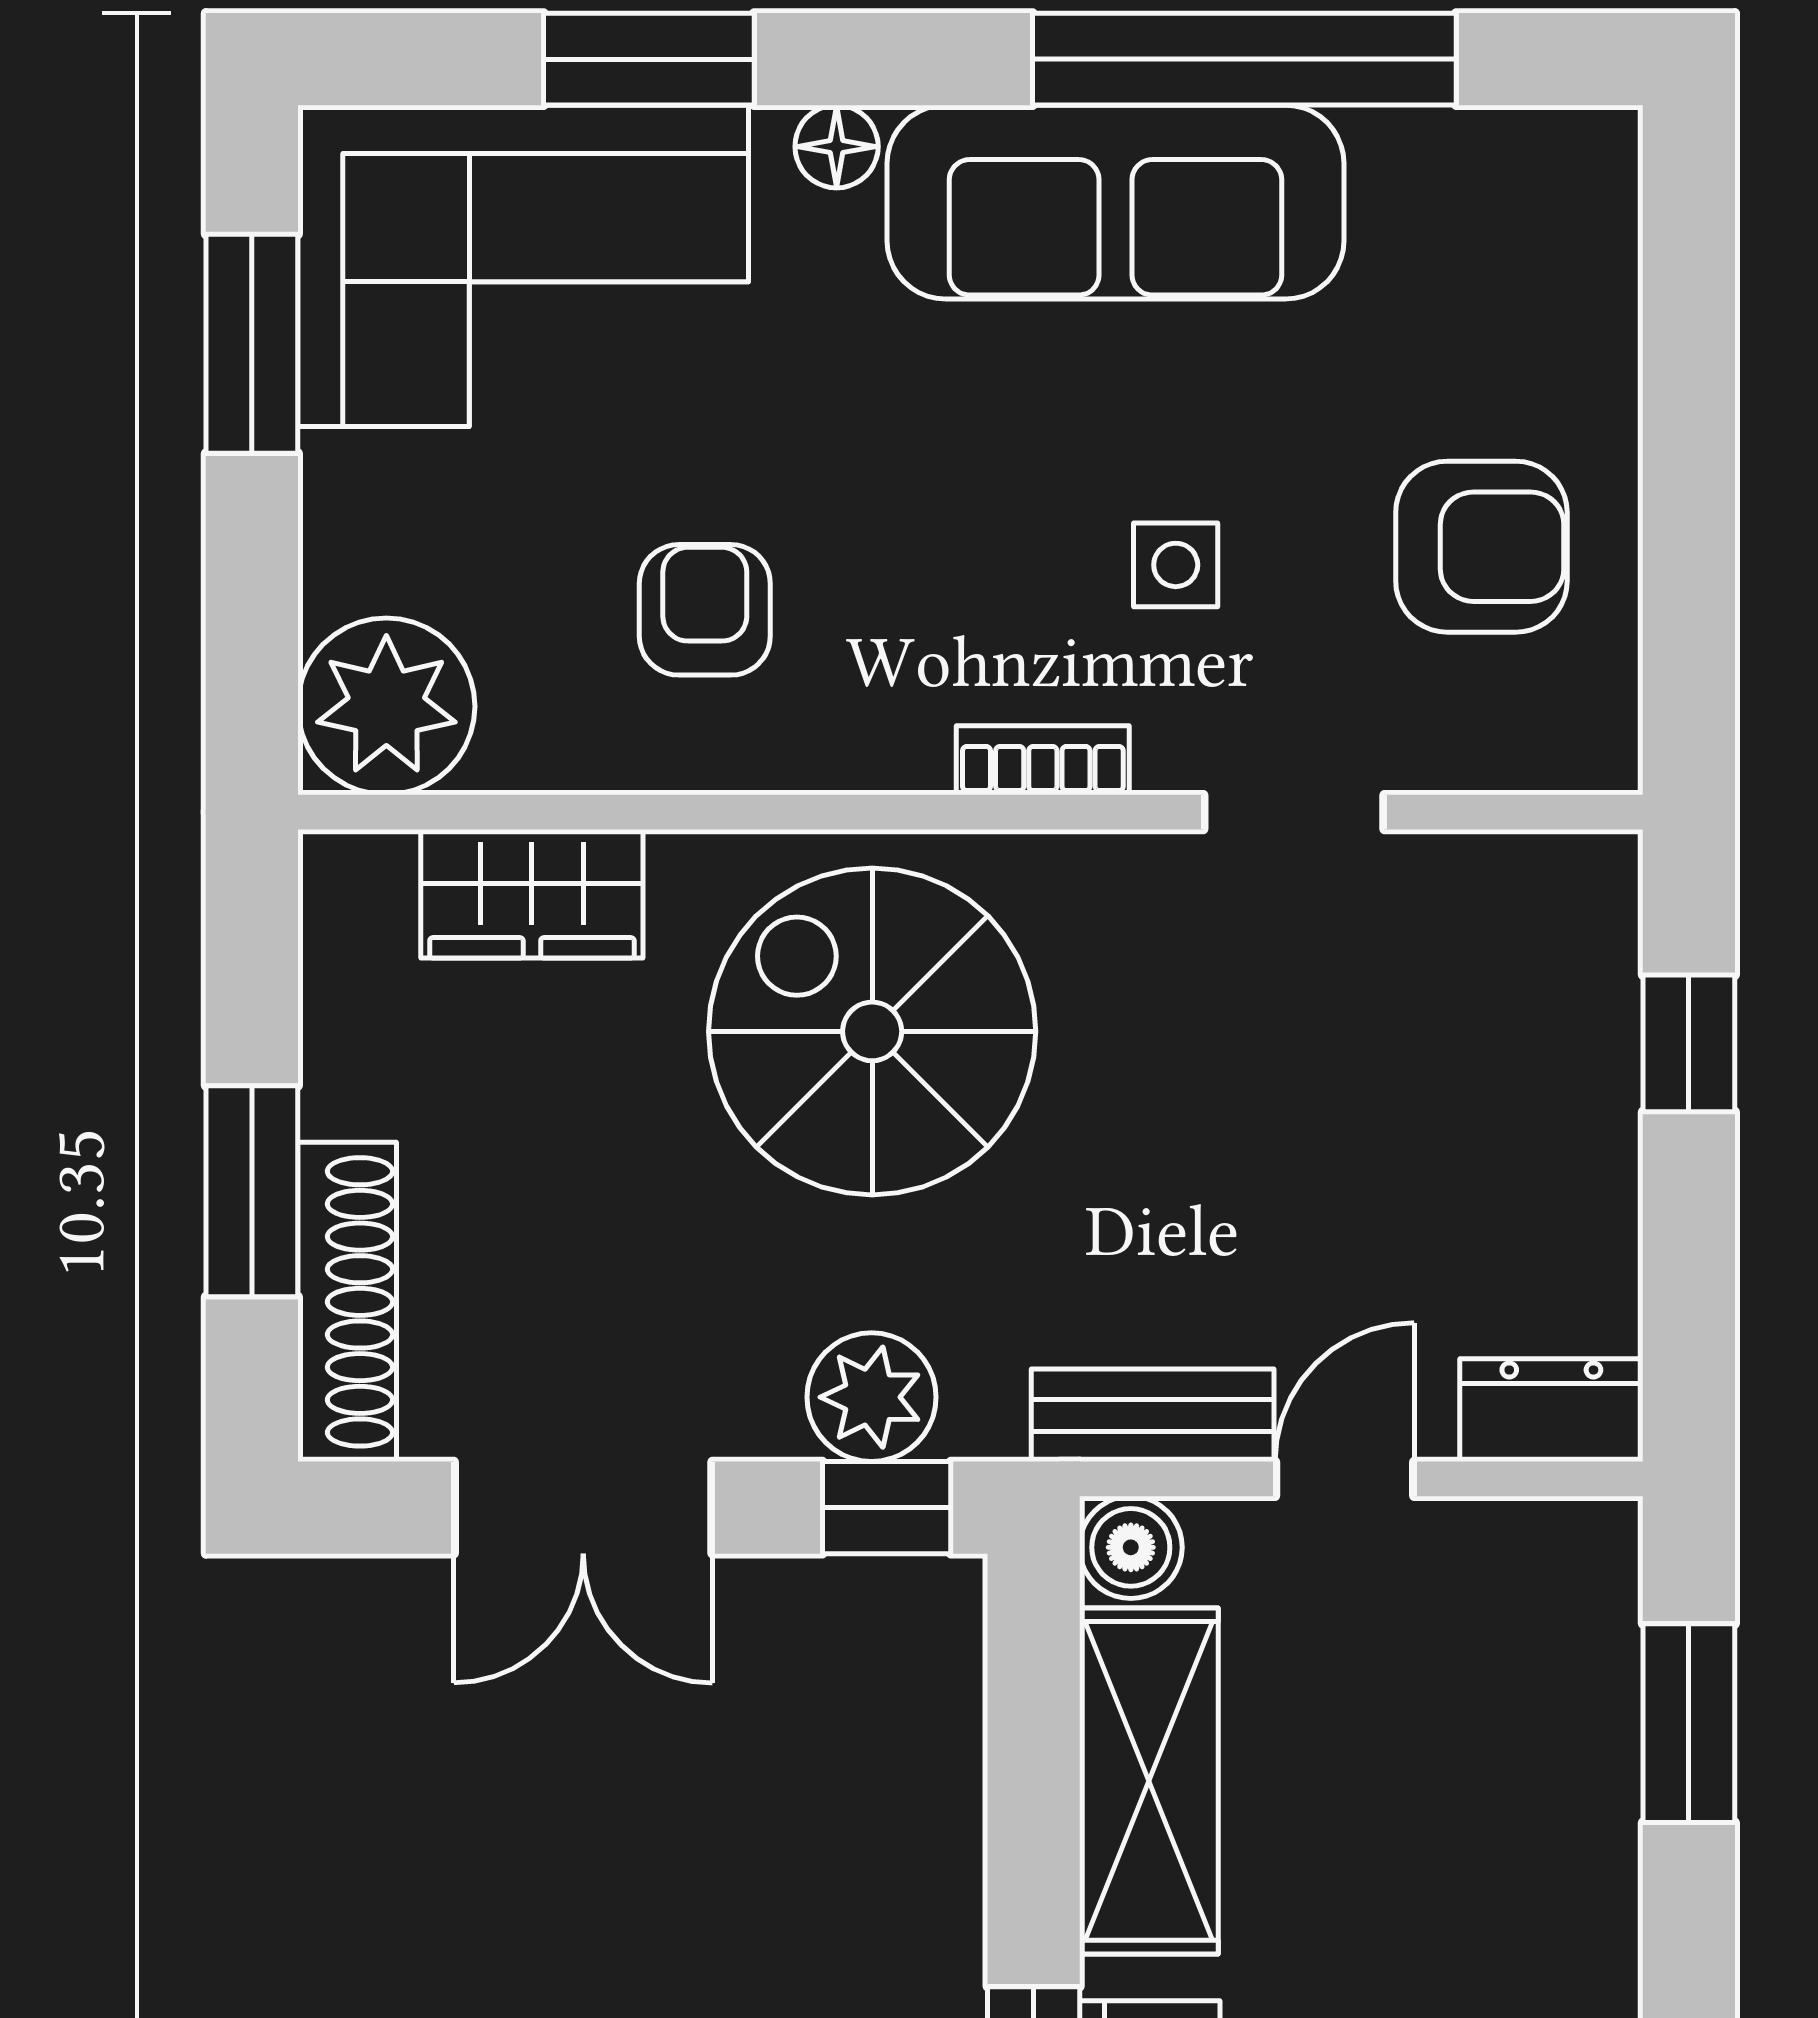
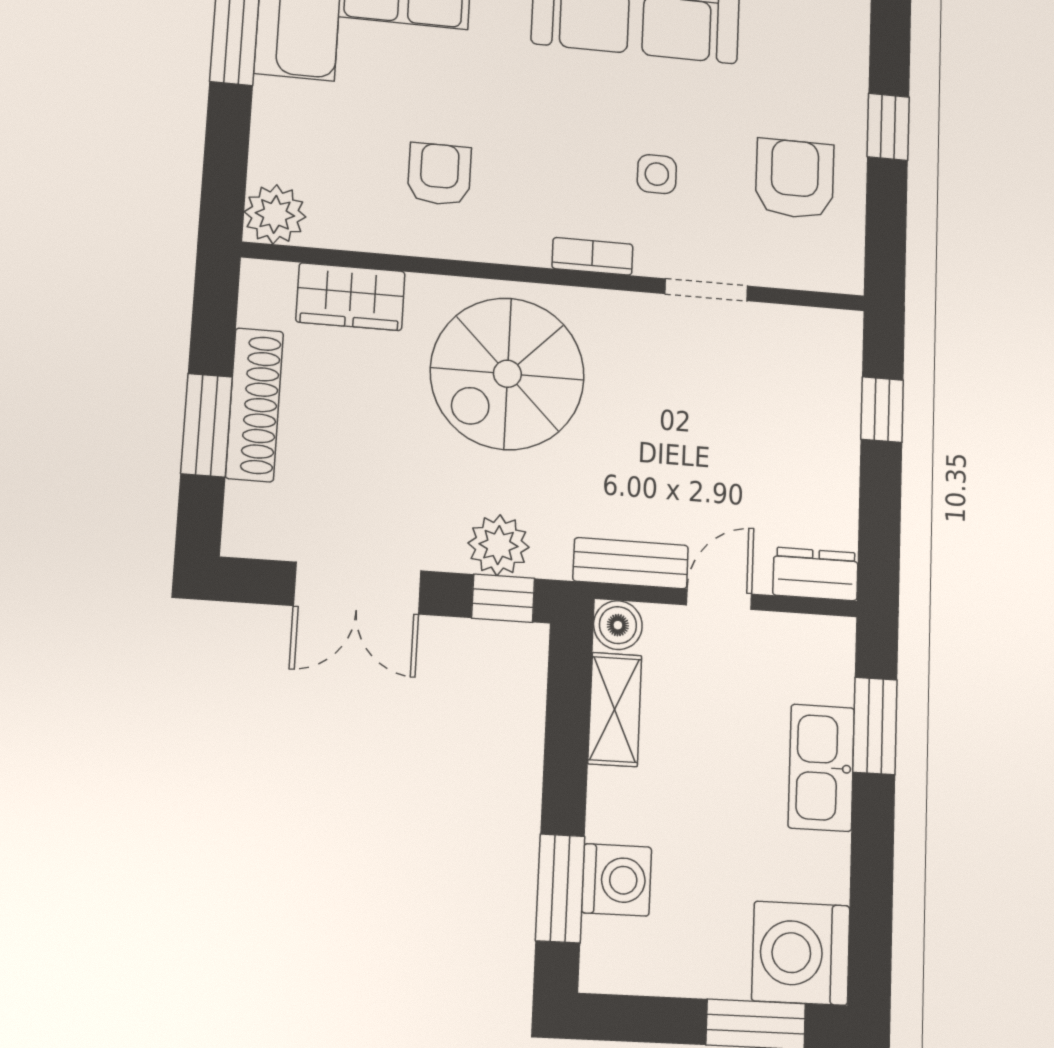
window: (1689, 408) -> (888, 127), added
armchair: (1481, 547) -> (795, 179), turned -90
plant: (386, 706) -> (275, 214), width x0.73, depth x0.73
spiral stairs: (872, 1031) -> (507, 374), turned -90
shoe rack: (347, 1302) -> (254, 405), moved
shelving: (1149, 1781) -> (615, 710), width x0.67, depth x0.75
kitchen sink: (1575, 1817) -> (821, 768), added

